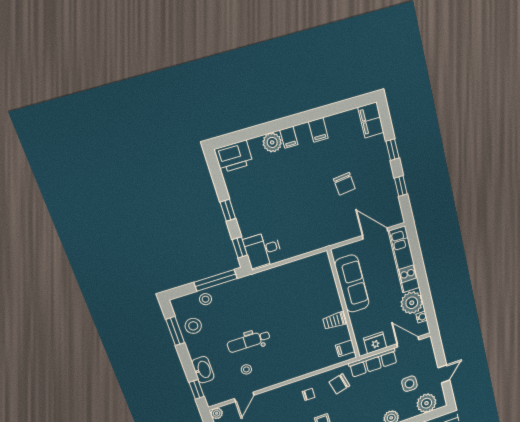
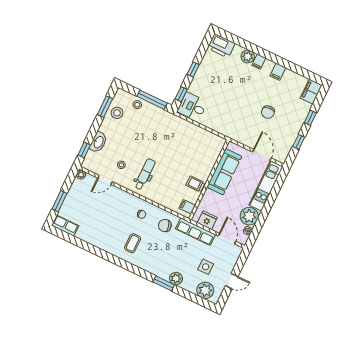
dental chair: (249, 341) -> (145, 174), moved, turned 90

